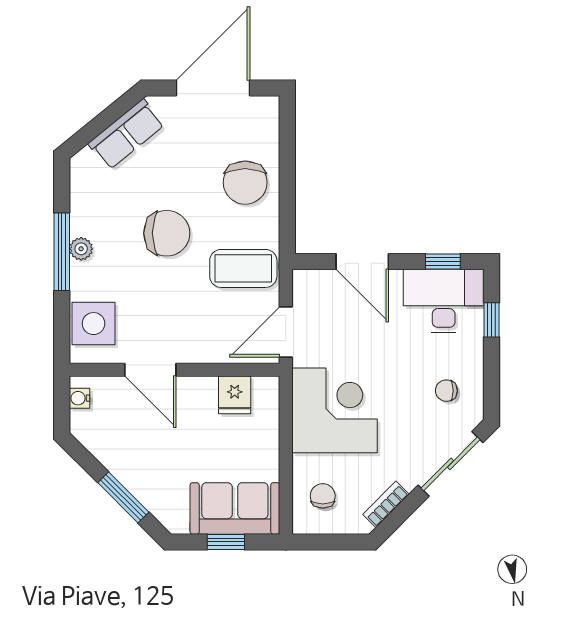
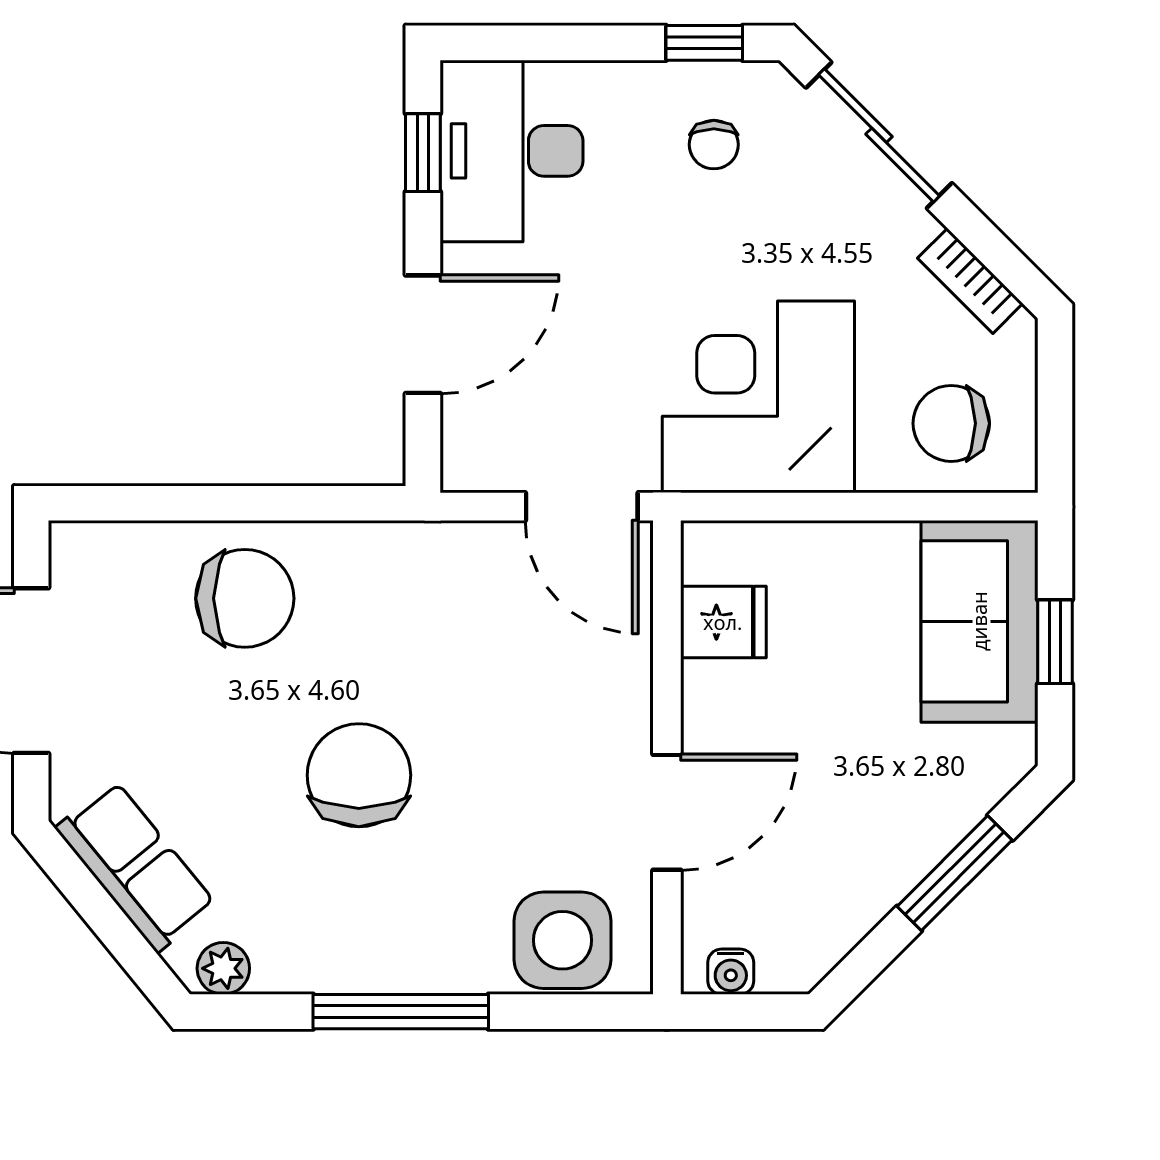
plant: (81, 249) -> (223, 968), moved
coffee table: (243, 268) -> (438, 603), removed
window: (491, 320) -> (704, 43), moved
chair: (323, 496) -> (951, 423), width x1.37, depth x1.37

